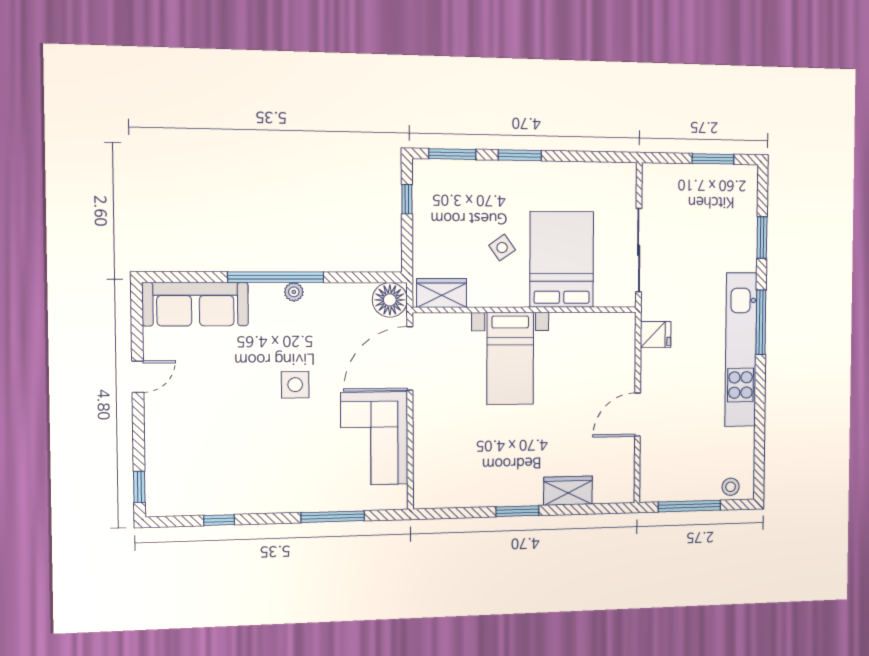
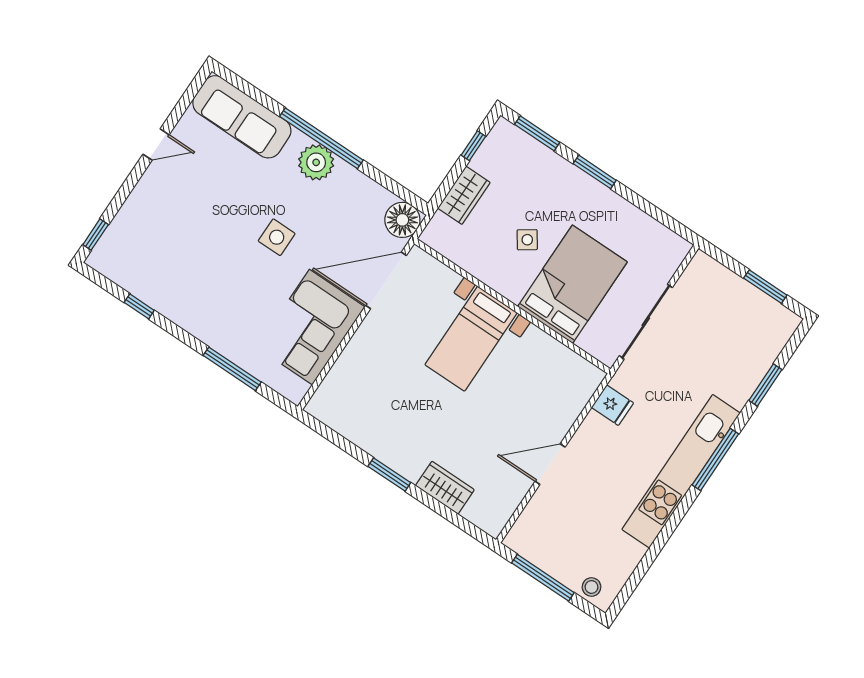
plant: (294, 292) -> (316, 162), width x1.88, depth x1.88
wardrobe: (442, 293) -> (464, 195), moved, turned 90

